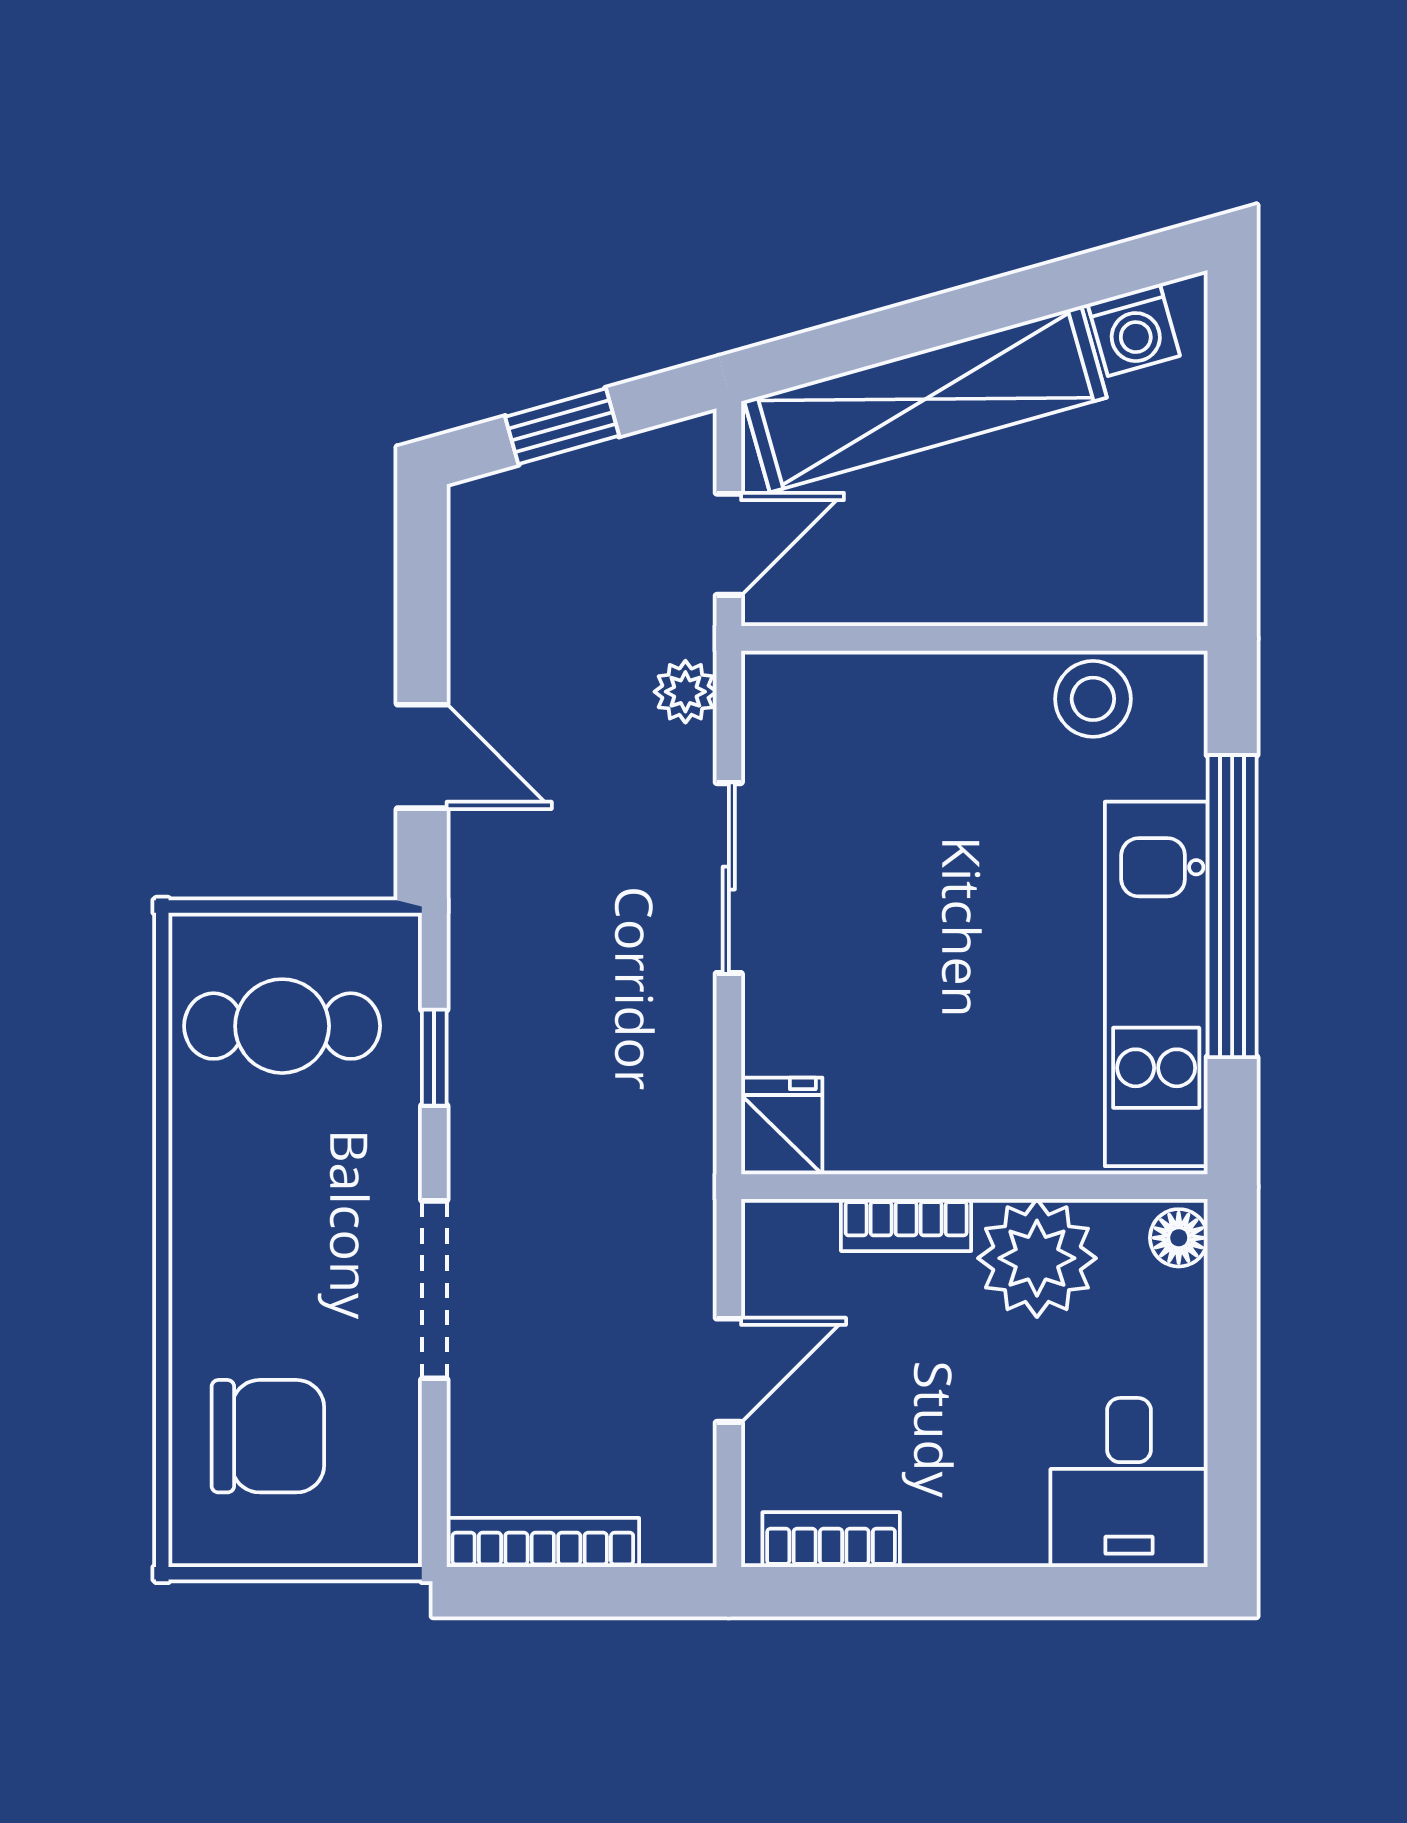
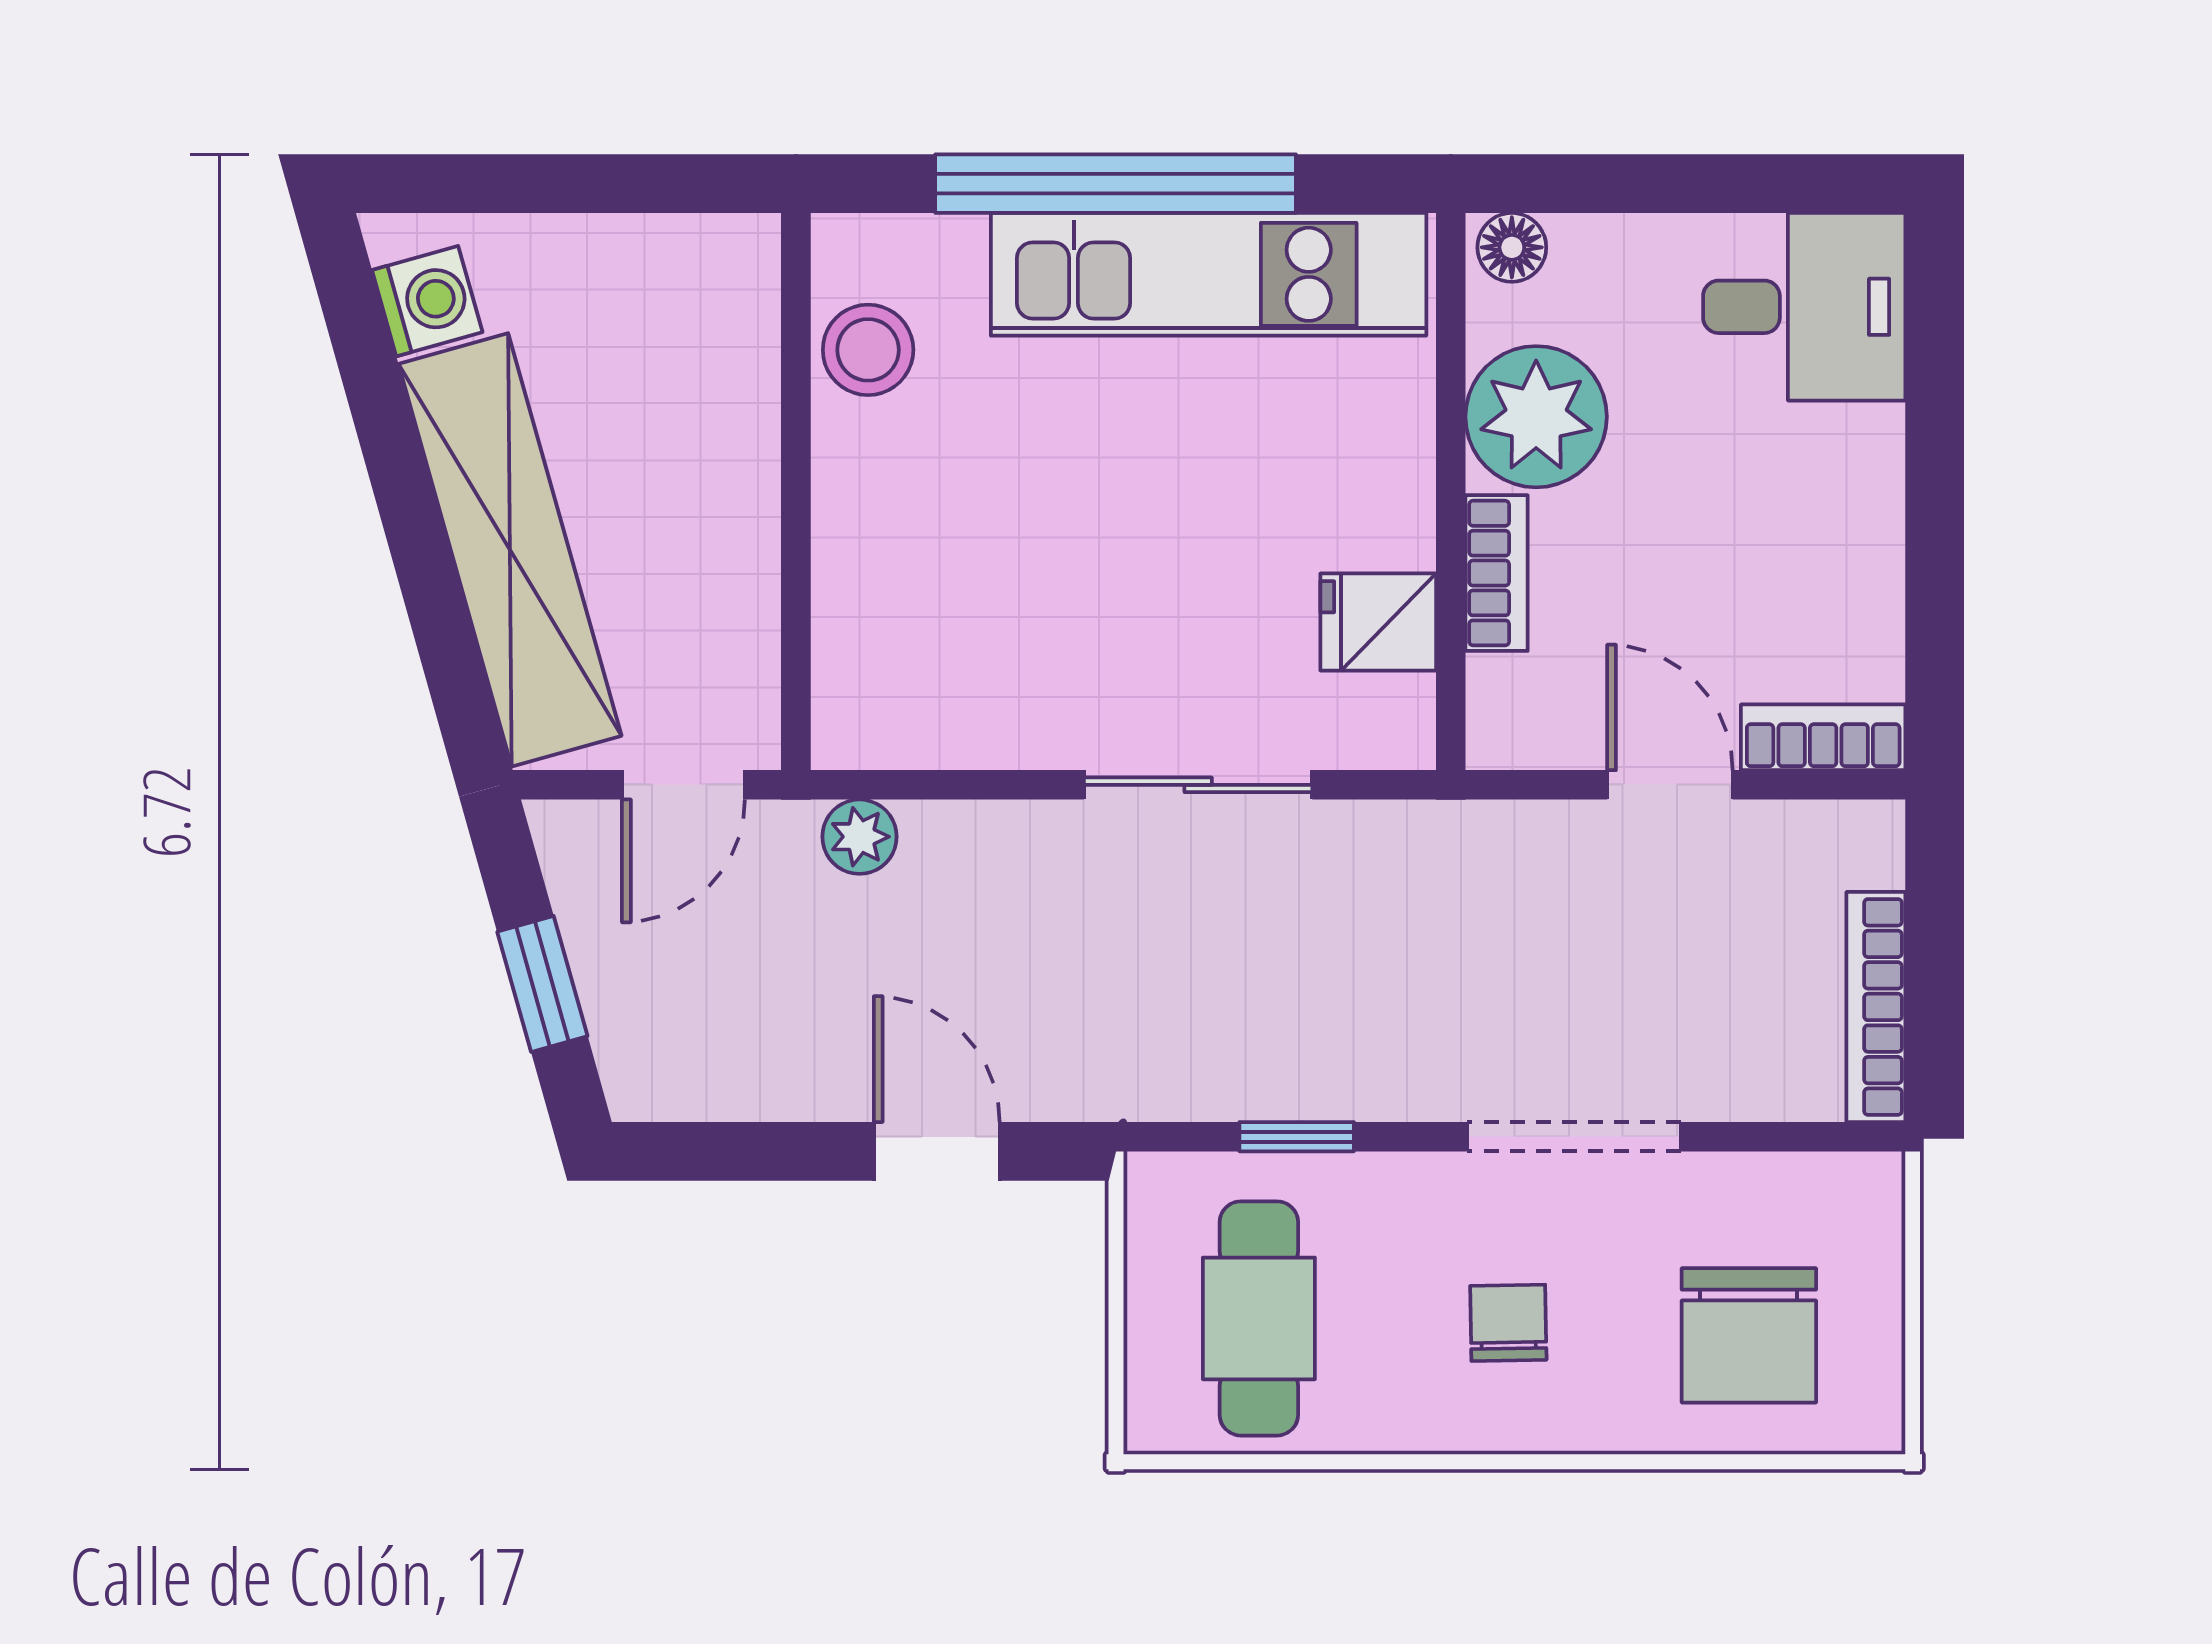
door: (729, 544) -> (683, 785), swing flipped
door: (422, 756) -> (937, 1151), hinge flipped
sliding door: (729, 878) -> (1198, 785), moved
fridge: (782, 1126) -> (1378, 622), moved
chair: (278, 1235) -> (1508, 1323), added
chair: (268, 1436) -> (1749, 1335), turned 180
bookcase: (831, 1540) -> (1823, 737), moved, turned 90

